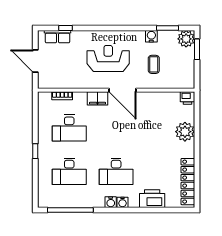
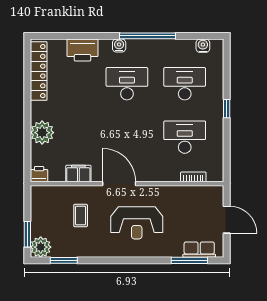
window: (65, 28) -> (189, 260), width x2.17
water cooler: (151, 36) -> (84, 250), removed
filing cabinet: (97, 98) -> (78, 174), moved
water cooler: (111, 202) -> (203, 46), moved
window: (70, 210) -> (147, 36), moved

